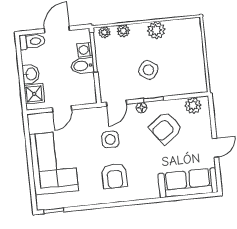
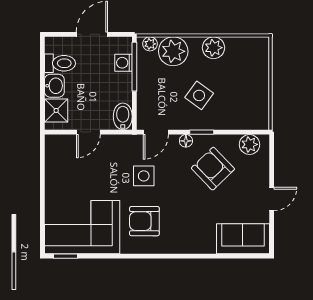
plant: (123, 31) -> (173, 51), width x1.87, depth x1.87
toilet: (32, 42) -> (60, 63), moved
bidet: (82, 66) -> (123, 116), moved, turned 90
armchair: (166, 128) -> (213, 169), turned 82
corner sofa: (54, 163) -> (82, 227), moved, turned -90
armchair: (115, 176) -> (144, 221), turned 90
sofa: (188, 183) -> (243, 239), width x0.73

